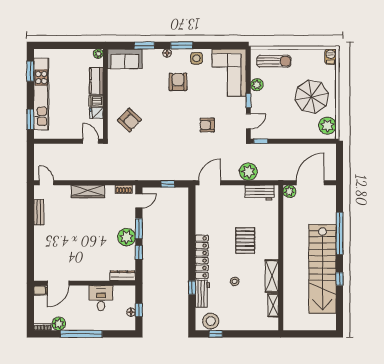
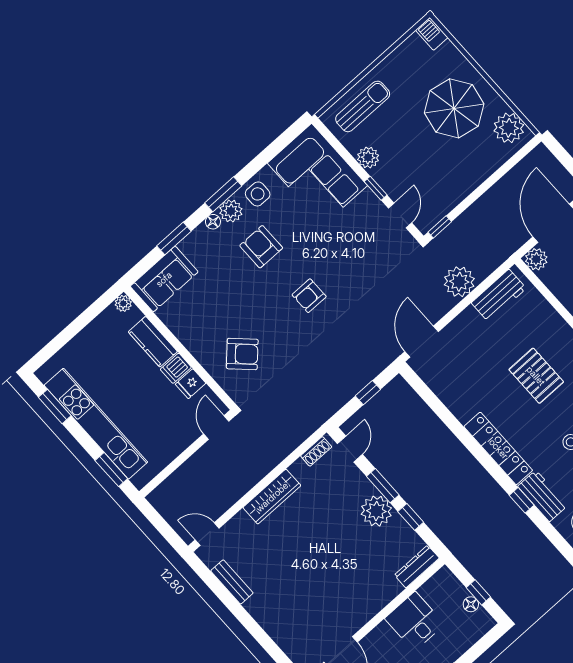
plant: (179, 55) -> (231, 211), added
armchair: (207, 125) -> (309, 296), moved
door: (91, 141) -> (216, 427), hinge flipped

